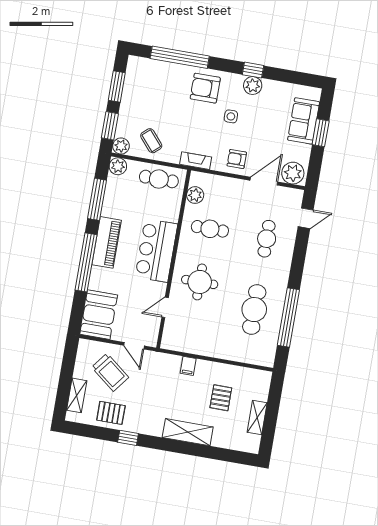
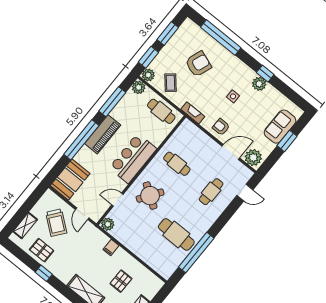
armchair: (205, 88) -> (198, 64), moved, turned 110
plant: (195, 195) -> (108, 224), moved
round table: (200, 282) -> (150, 196), turned 34
cafe table: (254, 310) -> (176, 234), turned 90

